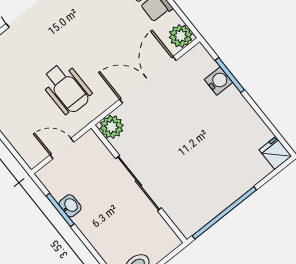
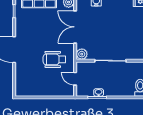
wheelchair: (67, 88) -> (54, 59), turned 180
door: (62, 148) -> (75, 79), hinge flipped

